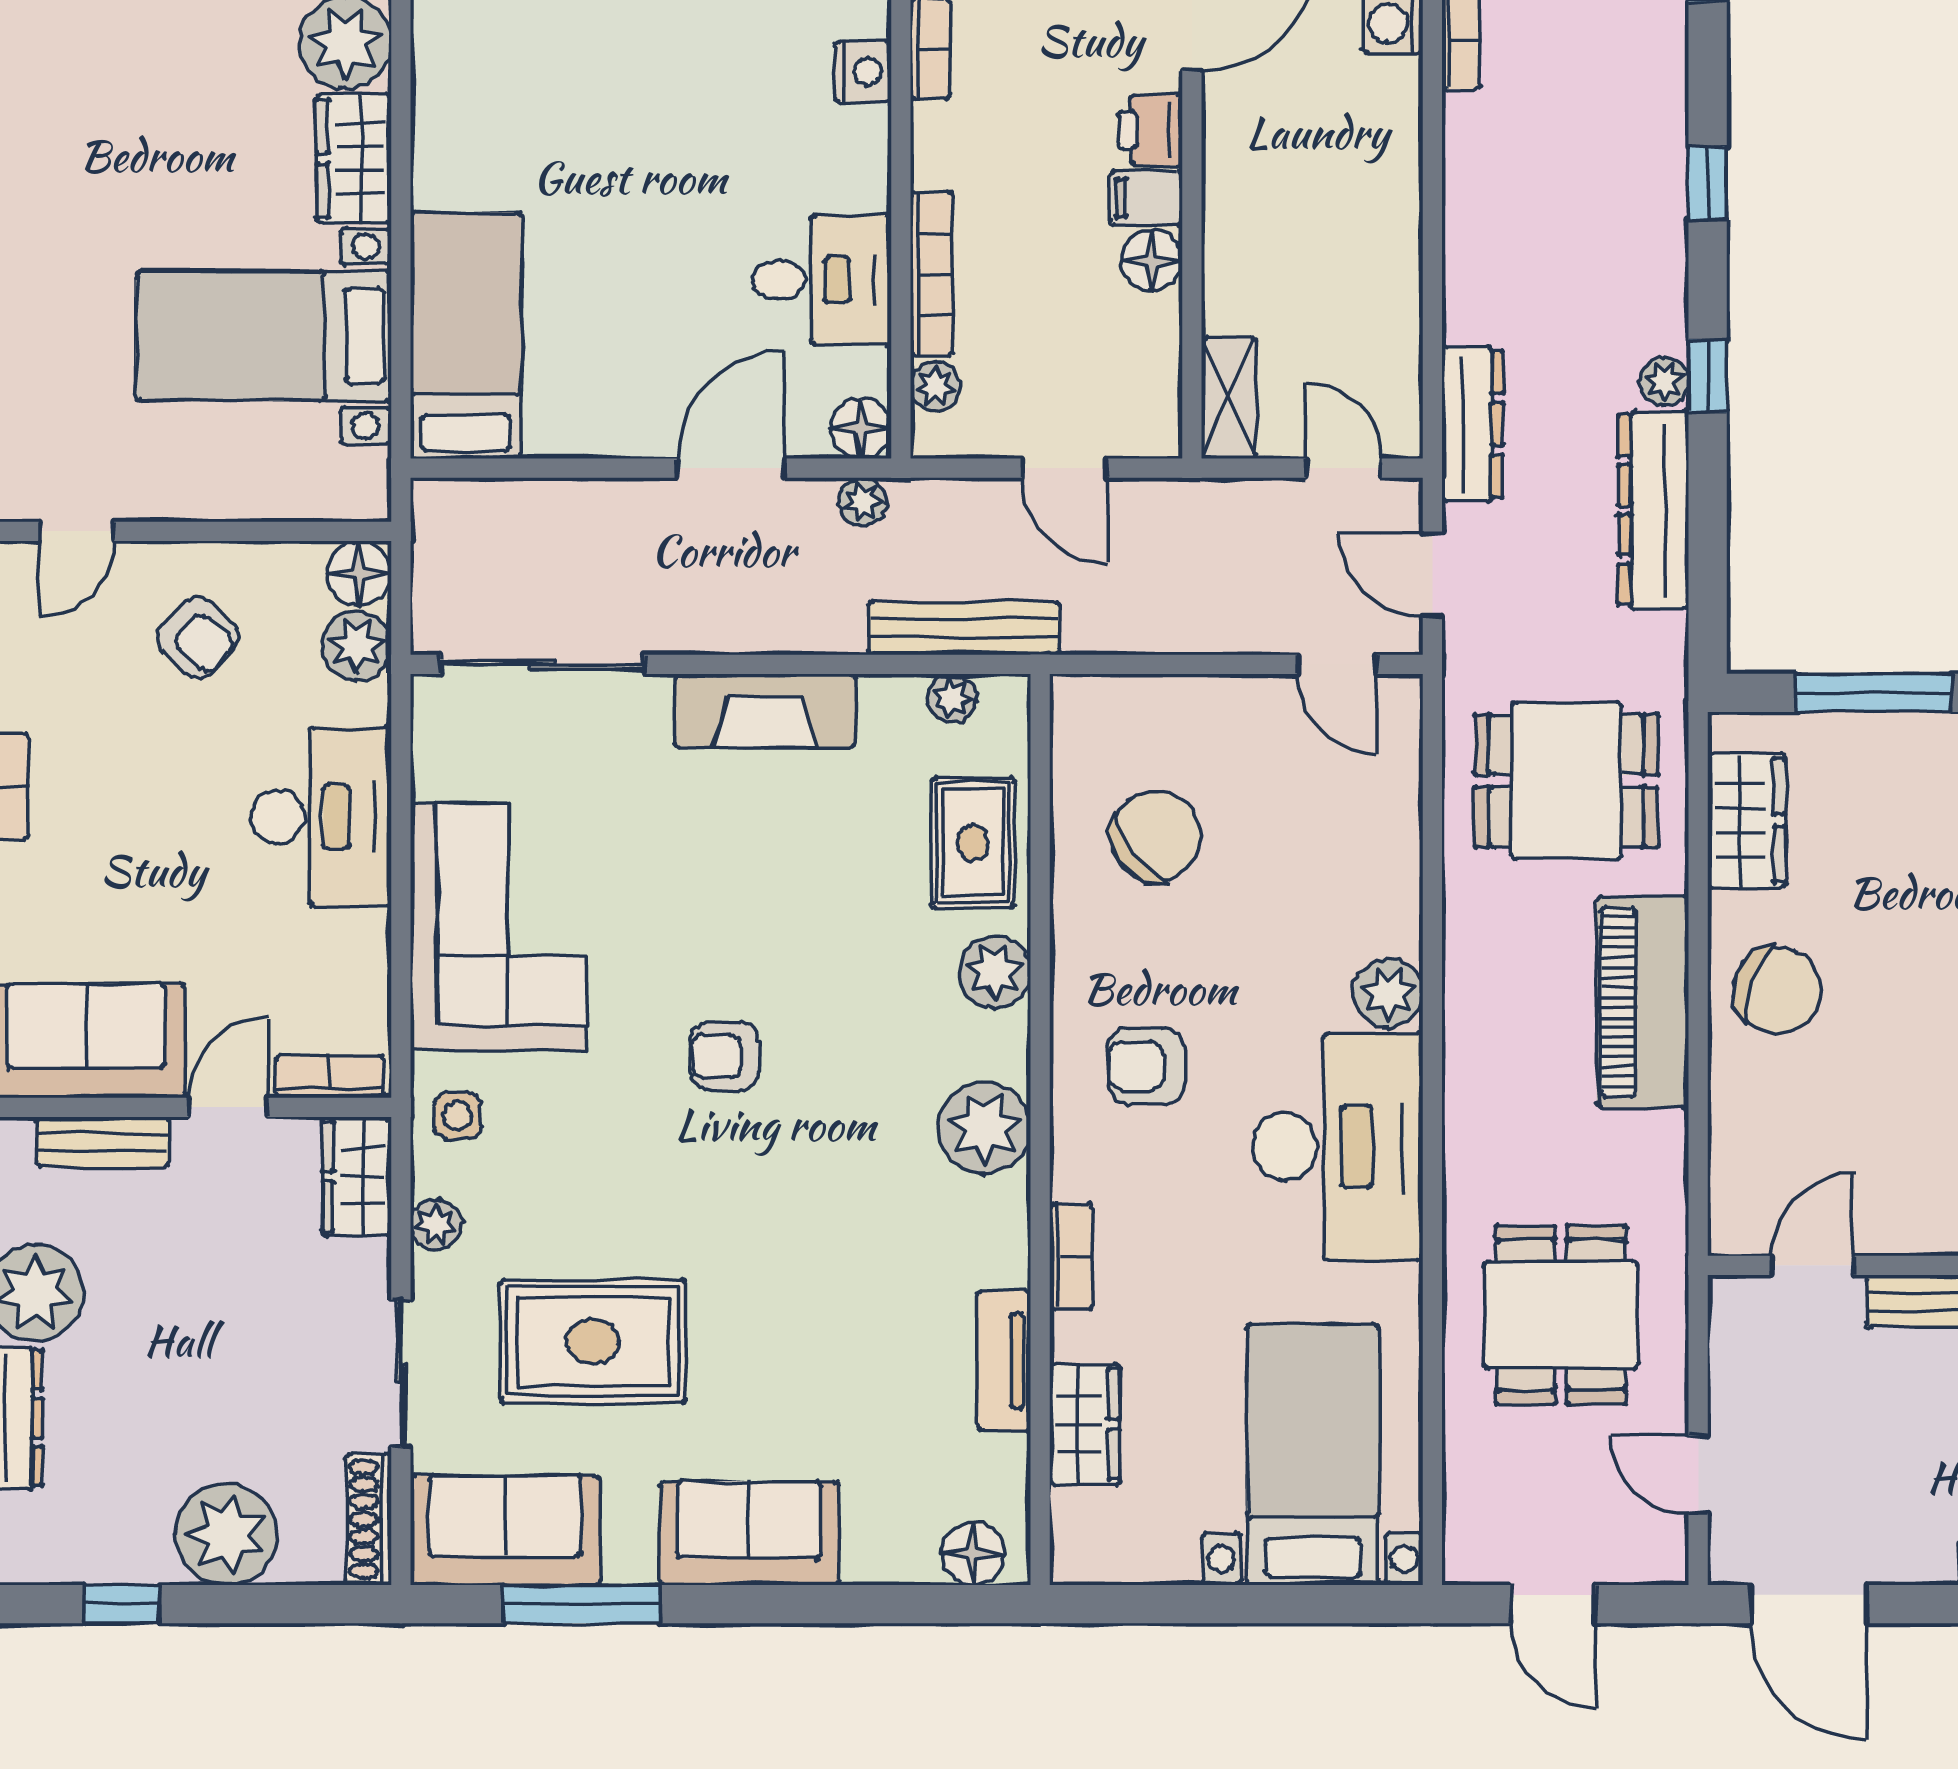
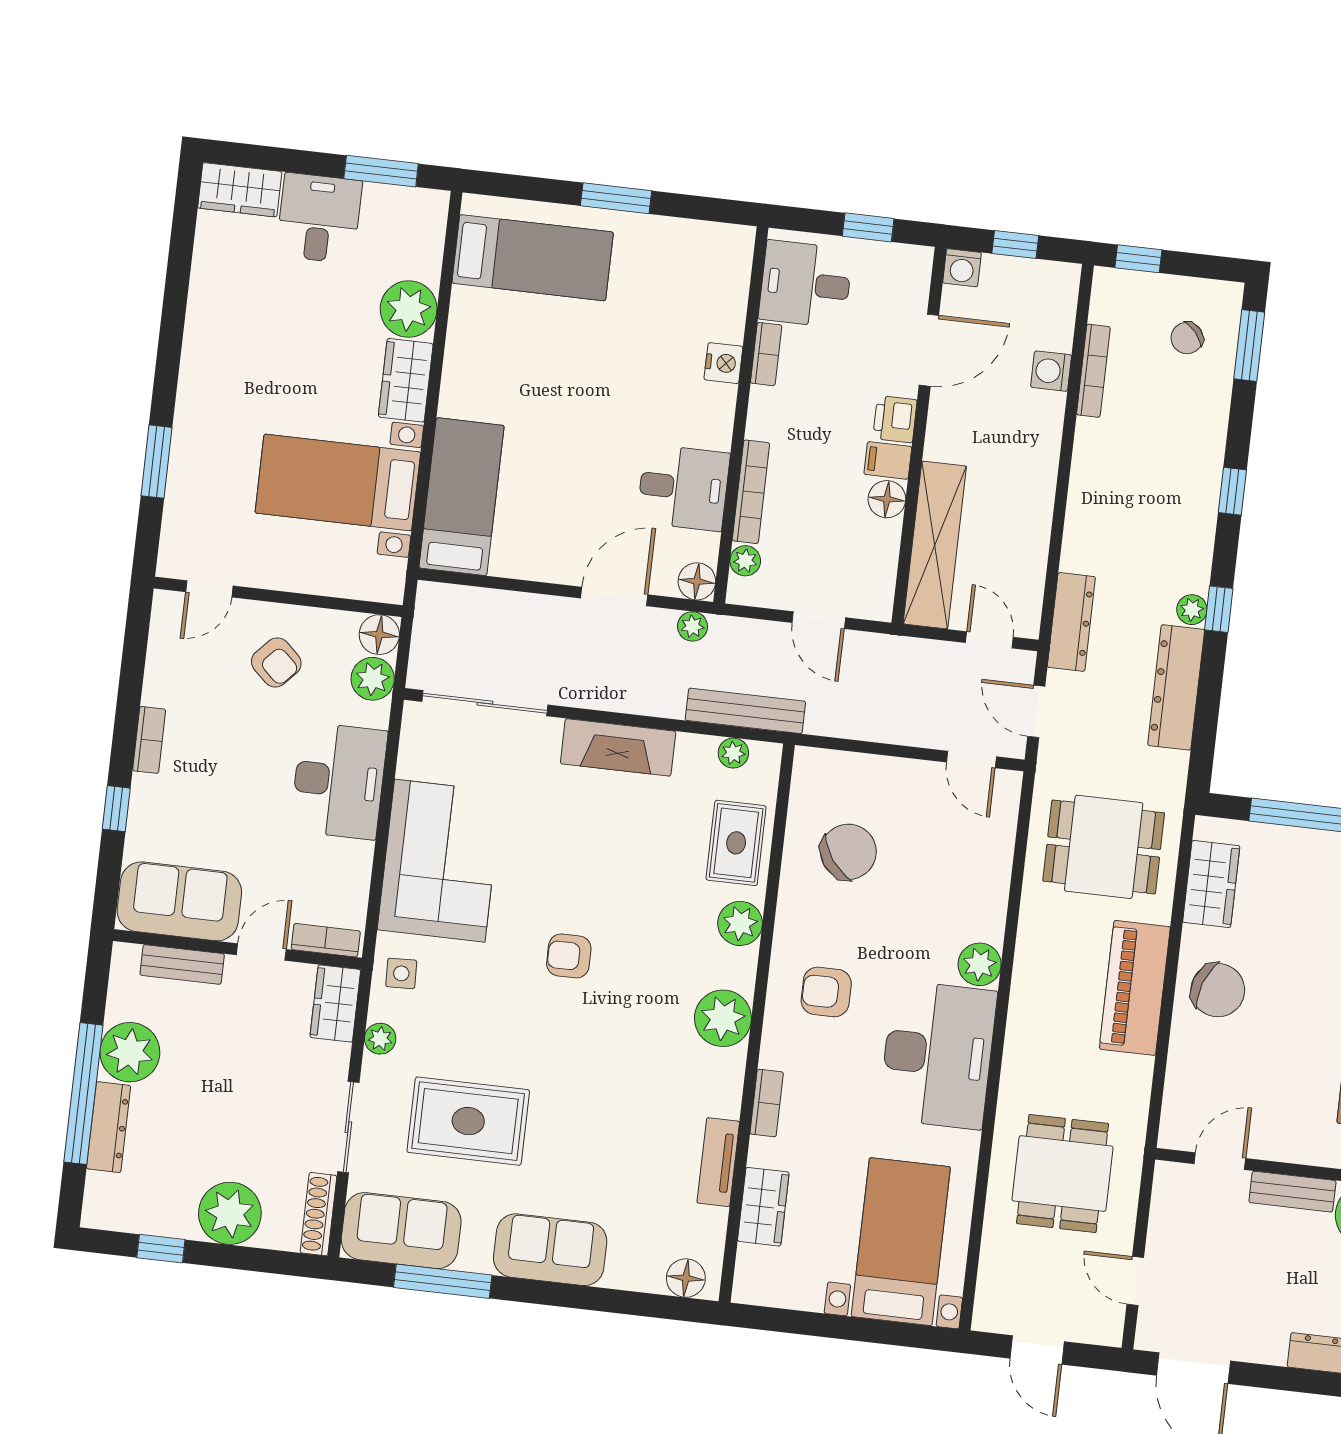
shelving: (1229, 398) -> (935, 545), width x2.20, depth x1.33

